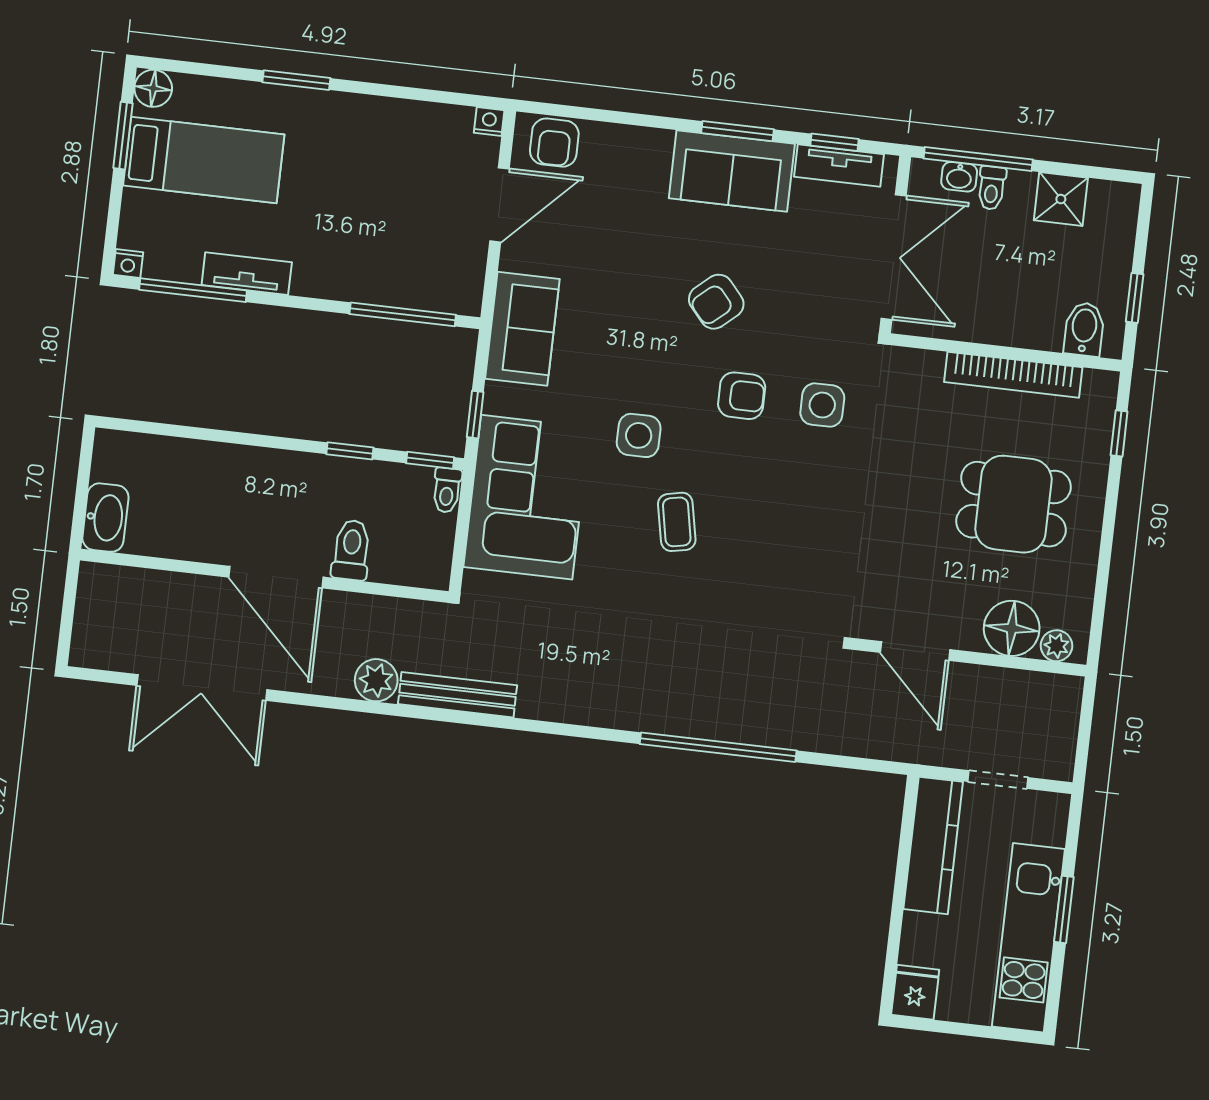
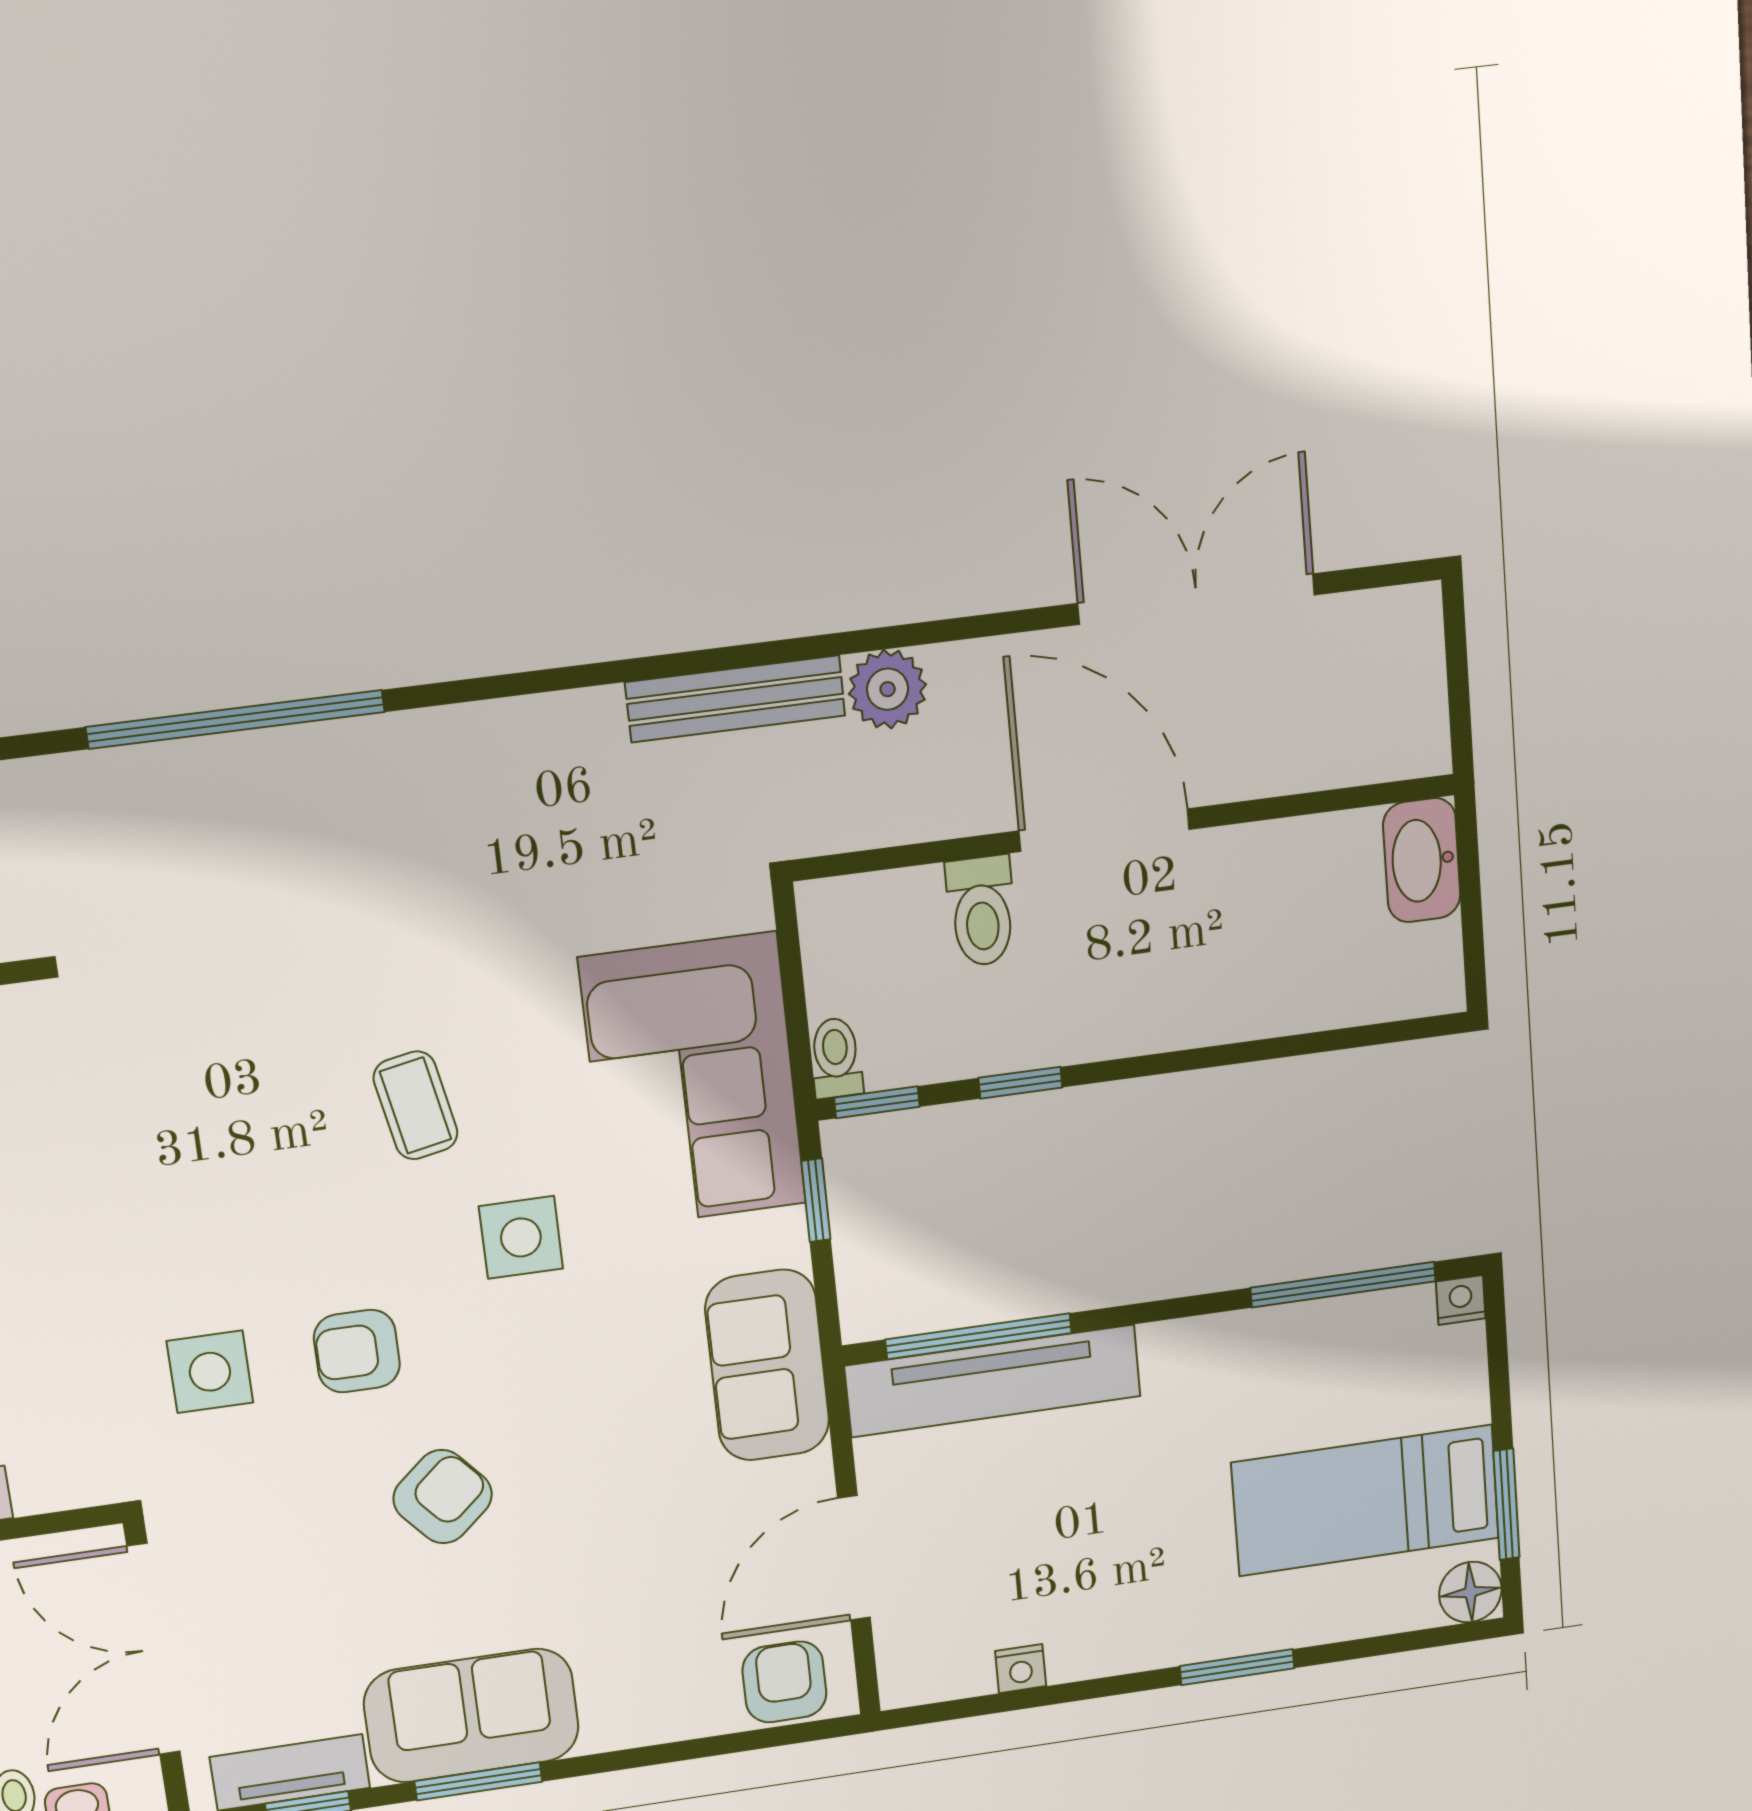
nightstand: (489, 122) -> (1021, 1669), moved
tv unit: (247, 274) -> (993, 1381), moved, width x1.92, depth x1.29

